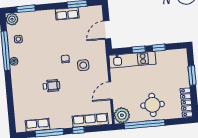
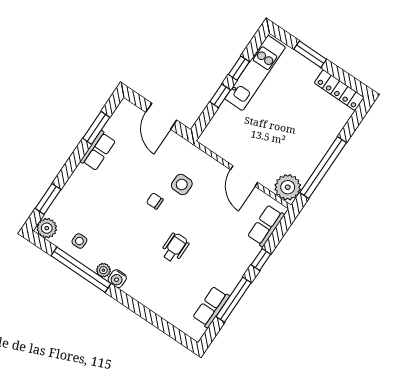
kitchen unit: (132, 60) -> (255, 73), moved
water cooler: (15, 71) -> (117, 279), added
round table: (152, 105) -> (307, 137), removed
row of seats: (90, 120) -> (266, 226), width x0.68

